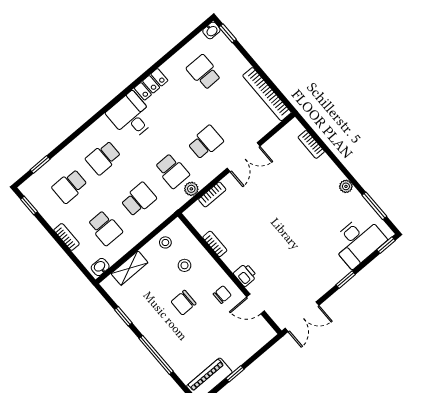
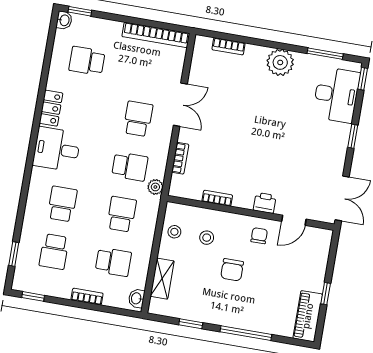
school desk: (103, 158) -> (62, 204), turned 180
plant: (346, 186) -> (280, 62), width x1.87, depth x1.87
plant: (191, 189) -> (155, 187), moved

